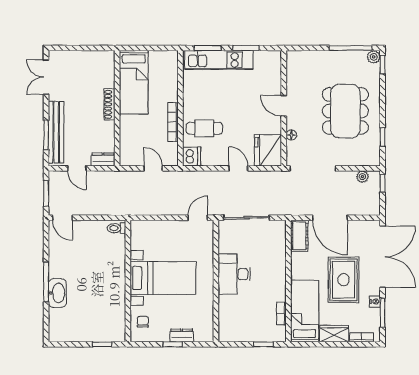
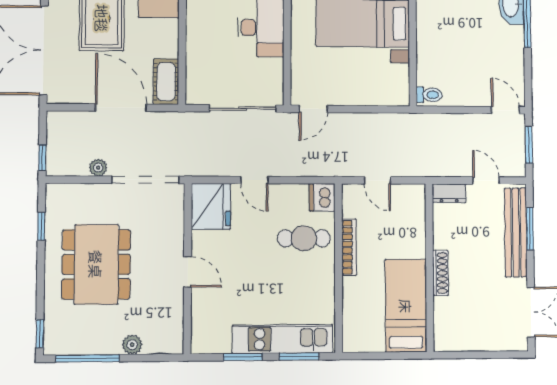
plant: (374, 57) -> (132, 345), moved
floor lamp: (291, 135) -> (177, 229), removed
plant: (362, 177) -> (98, 168), moved

